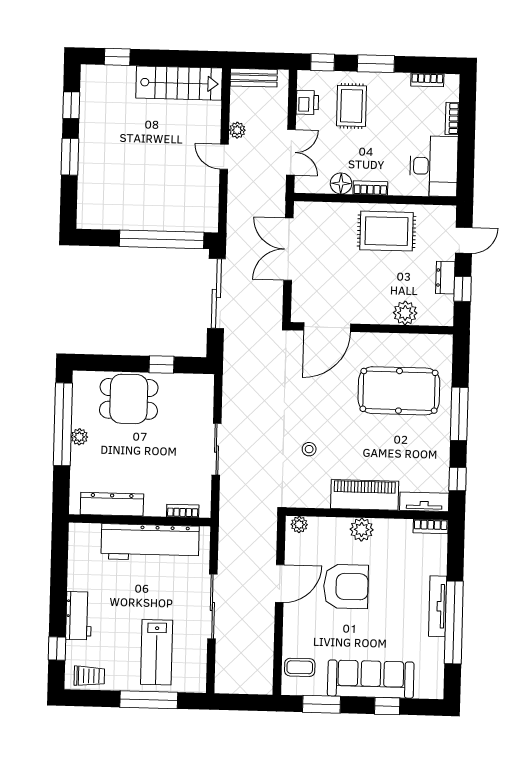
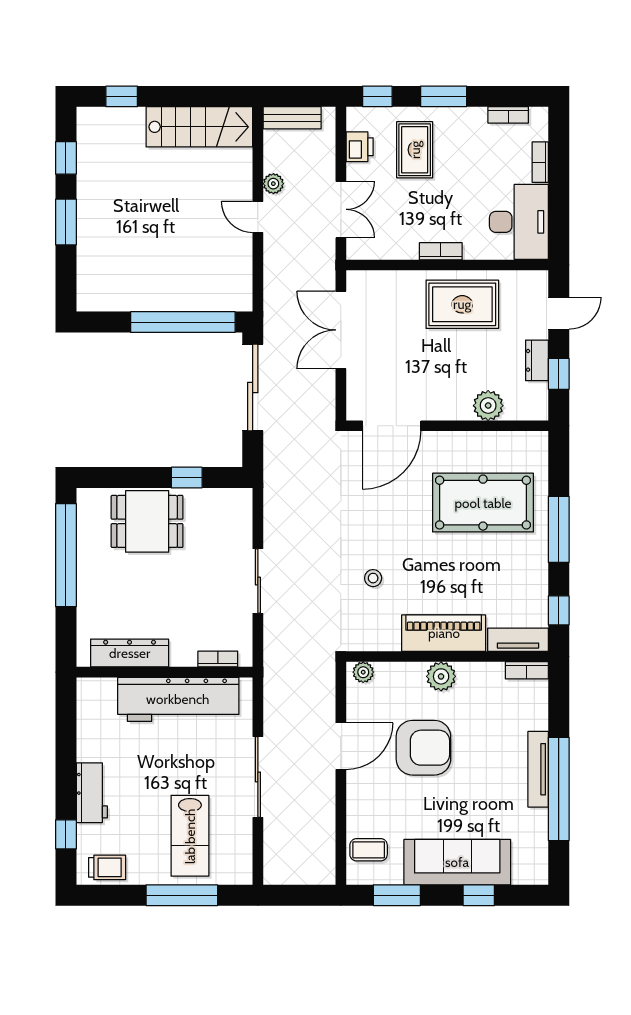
floor lamp: (341, 183) -> (404, 247), removed
plant: (79, 437) -> (87, 570), removed

